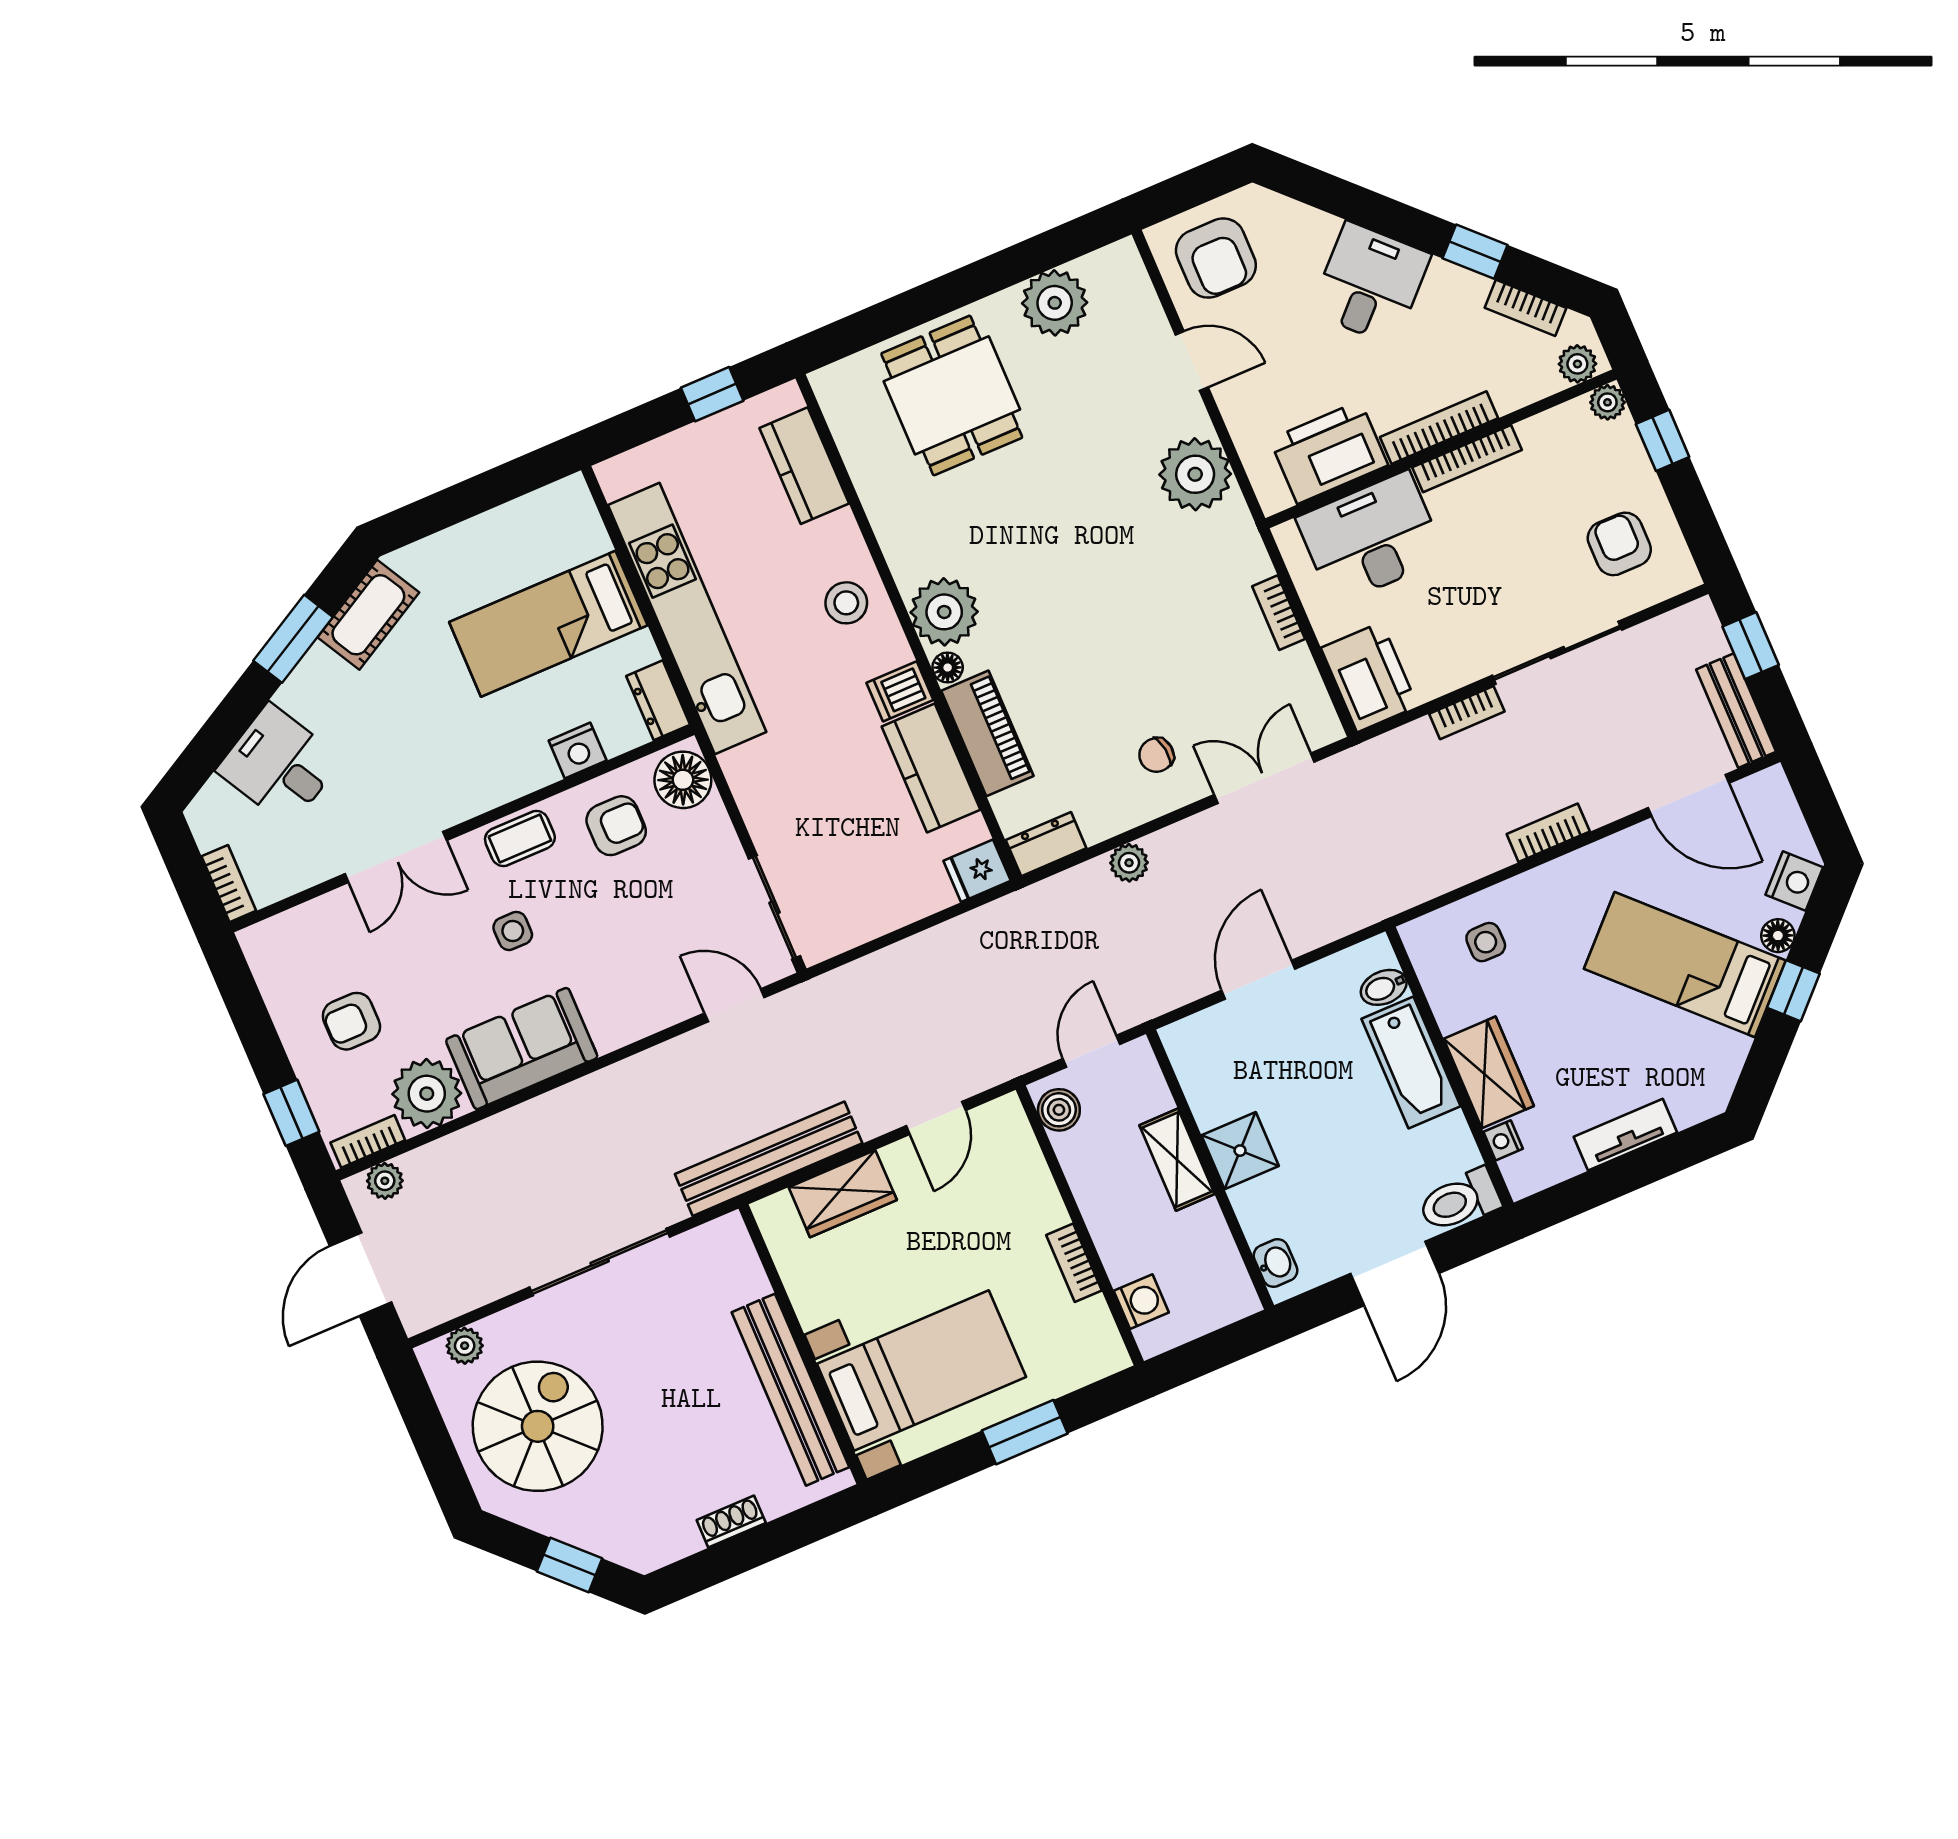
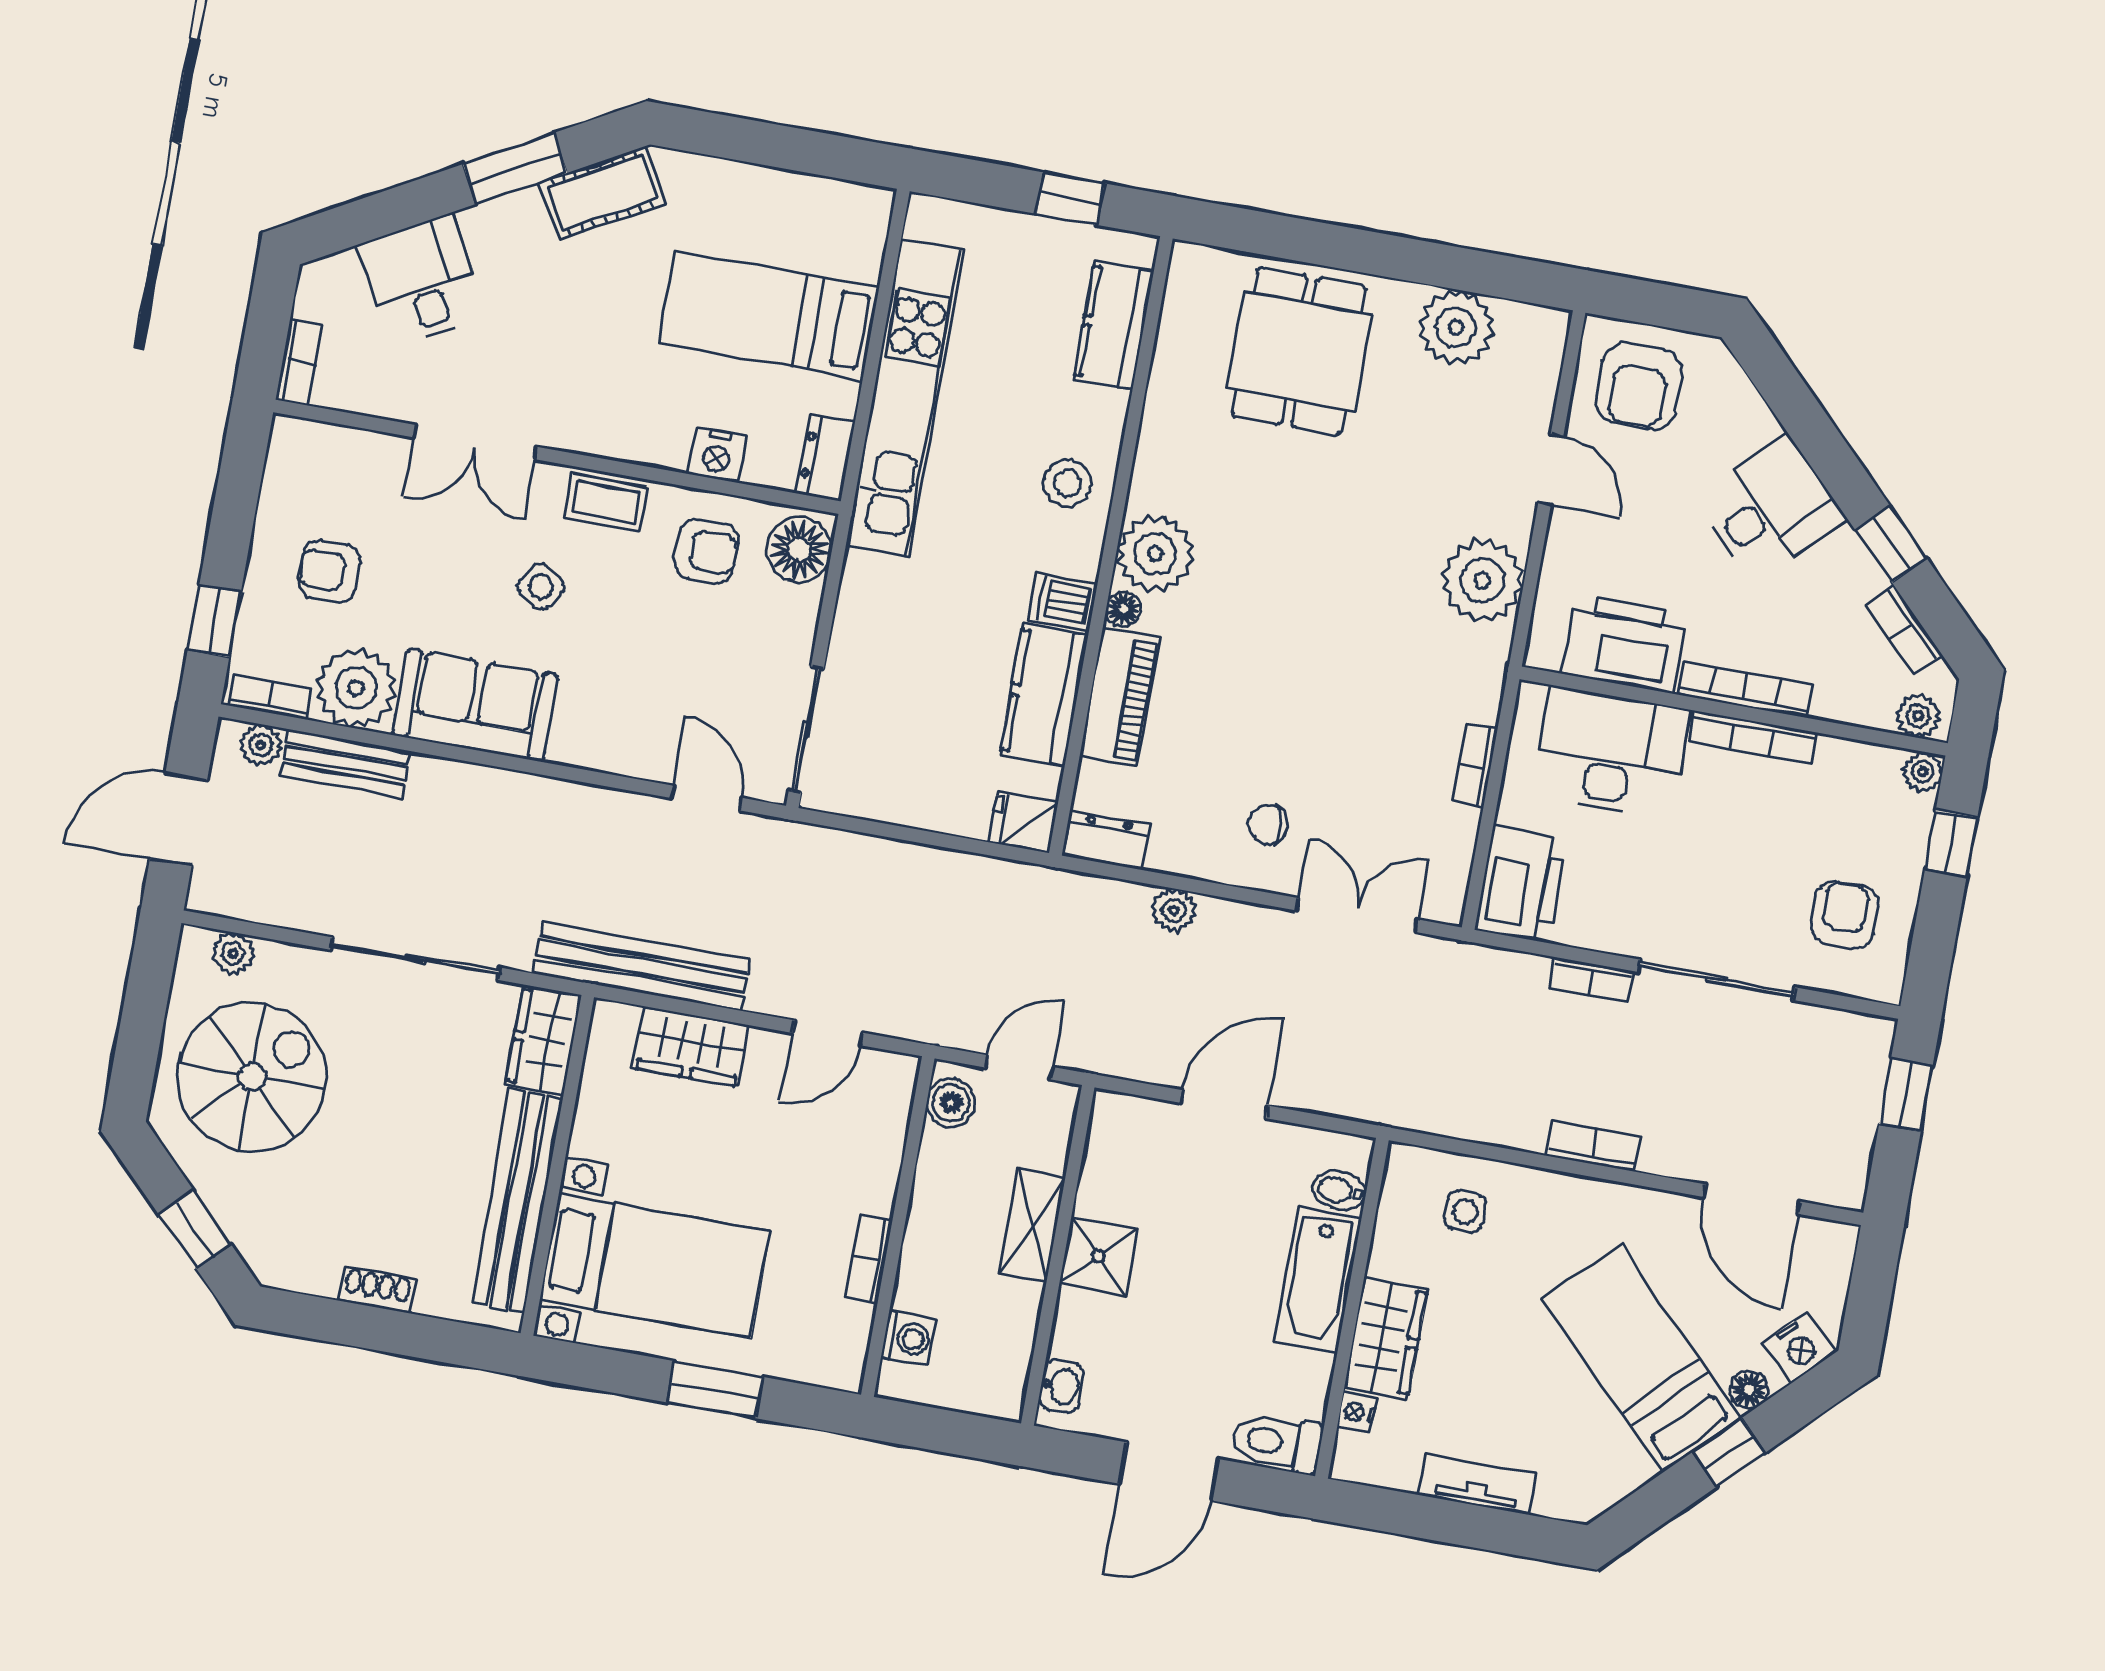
bench: (1736, 711) -> (345, 763), moved, turned 90
side table: (513, 931) -> (541, 587), turned 33
wardrobe: (732, 1260) -> (544, 1040), added

